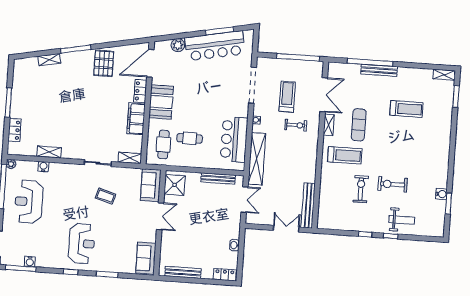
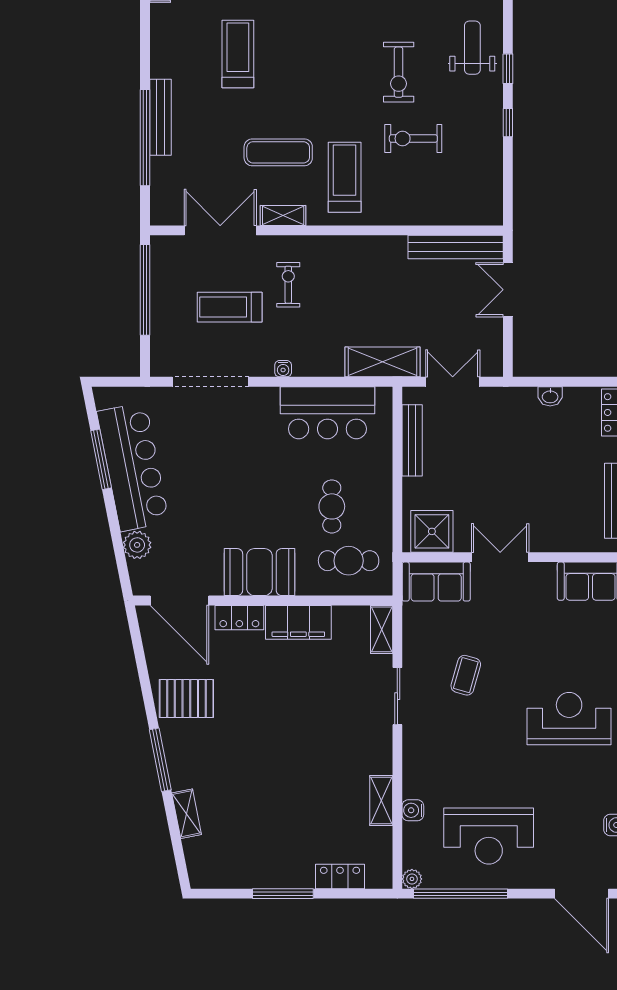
shelving: (257, 159) -> (383, 362), width x0.68

